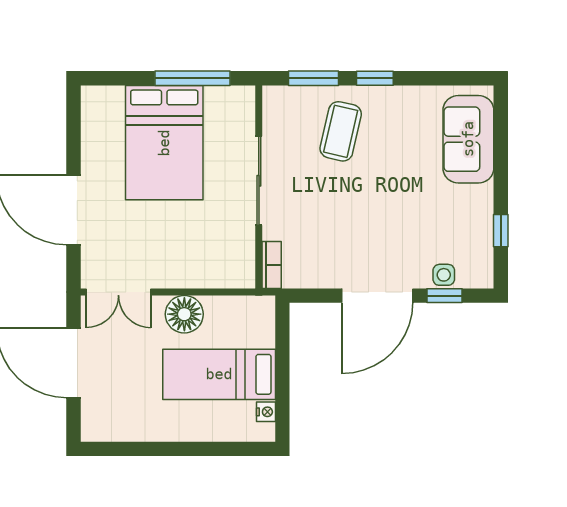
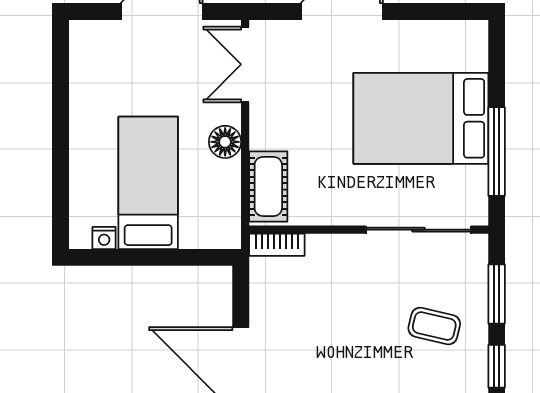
coffee table: (341, 131) -> (434, 326), width x0.73, depth x0.77
sliding door: (259, 181) -> (418, 230), moved
cot: (222, 272) -> (268, 186), added
floor lamp: (184, 314) -> (225, 142), width x0.73, depth x0.73

